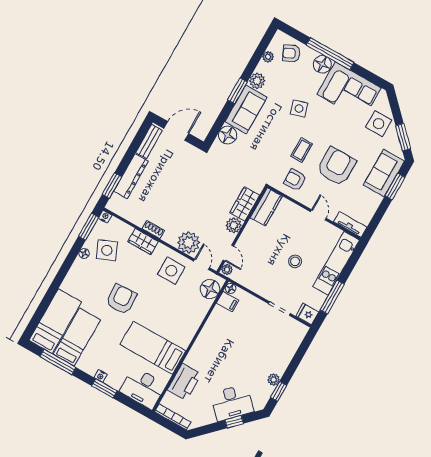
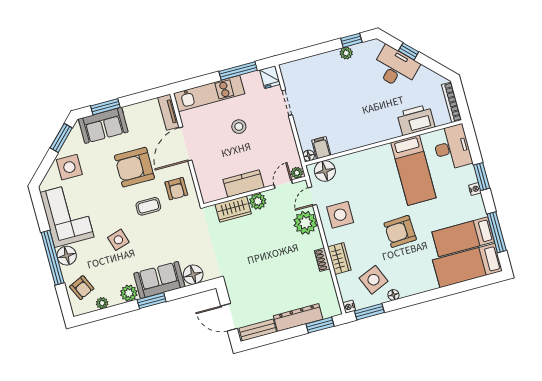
kitchen counter: (266, 207) -> (244, 184), moved
door: (318, 215) -> (185, 144), width x1.88

